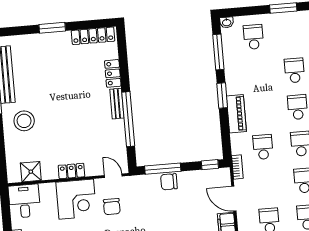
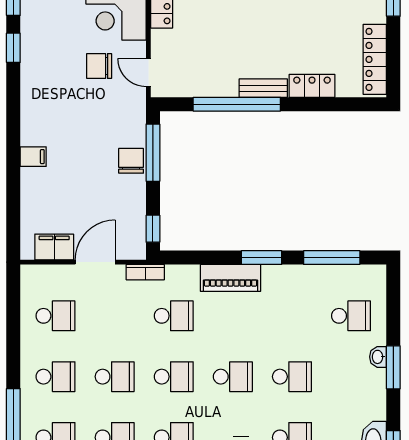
washbasin: (227, 22) -> (378, 357), moved
door: (113, 176) -> (148, 72), swing flipped

